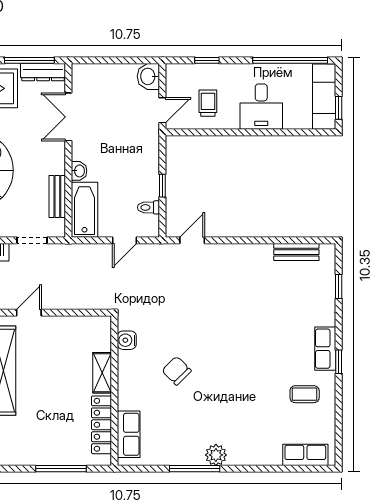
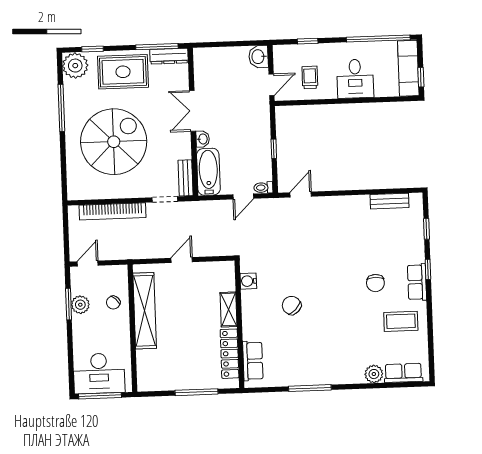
double door: (68, 117) -> (192, 111), moved
bench: (57, 197) -> (186, 178), moved
toilet: (148, 207) -> (263, 188), moved
door: (29, 313) -> (182, 260), moved
chair: (276, 348) -> (375, 283), added
window: (339, 362) -> (428, 269), moved
coffee table: (305, 394) -> (401, 321), width x1.36, depth x1.30
plant: (216, 455) -> (374, 374), moved

